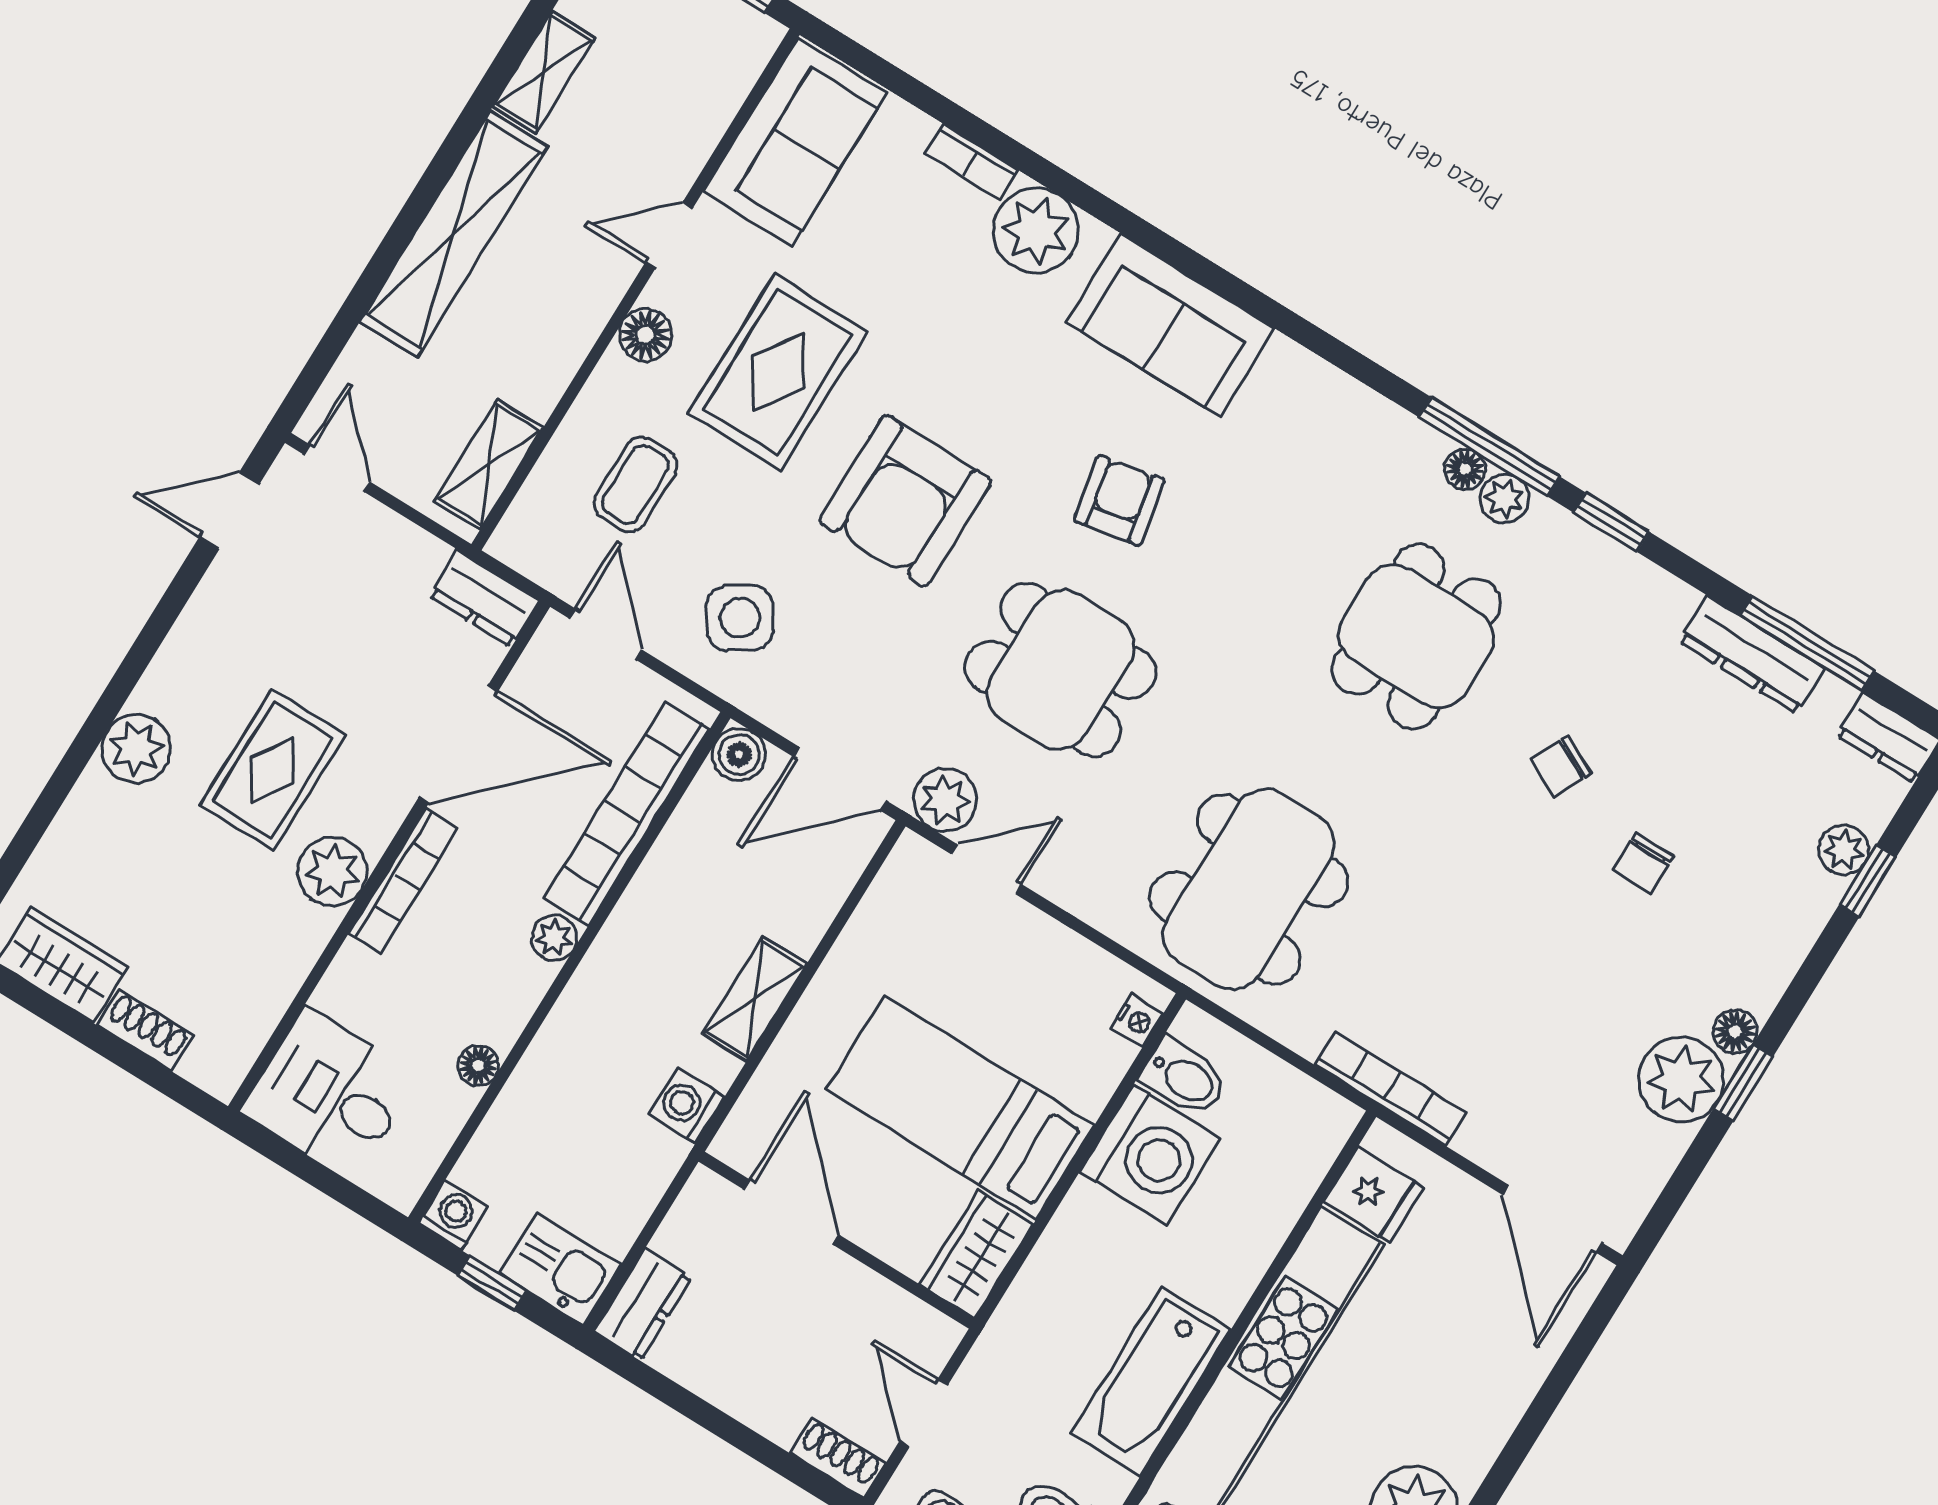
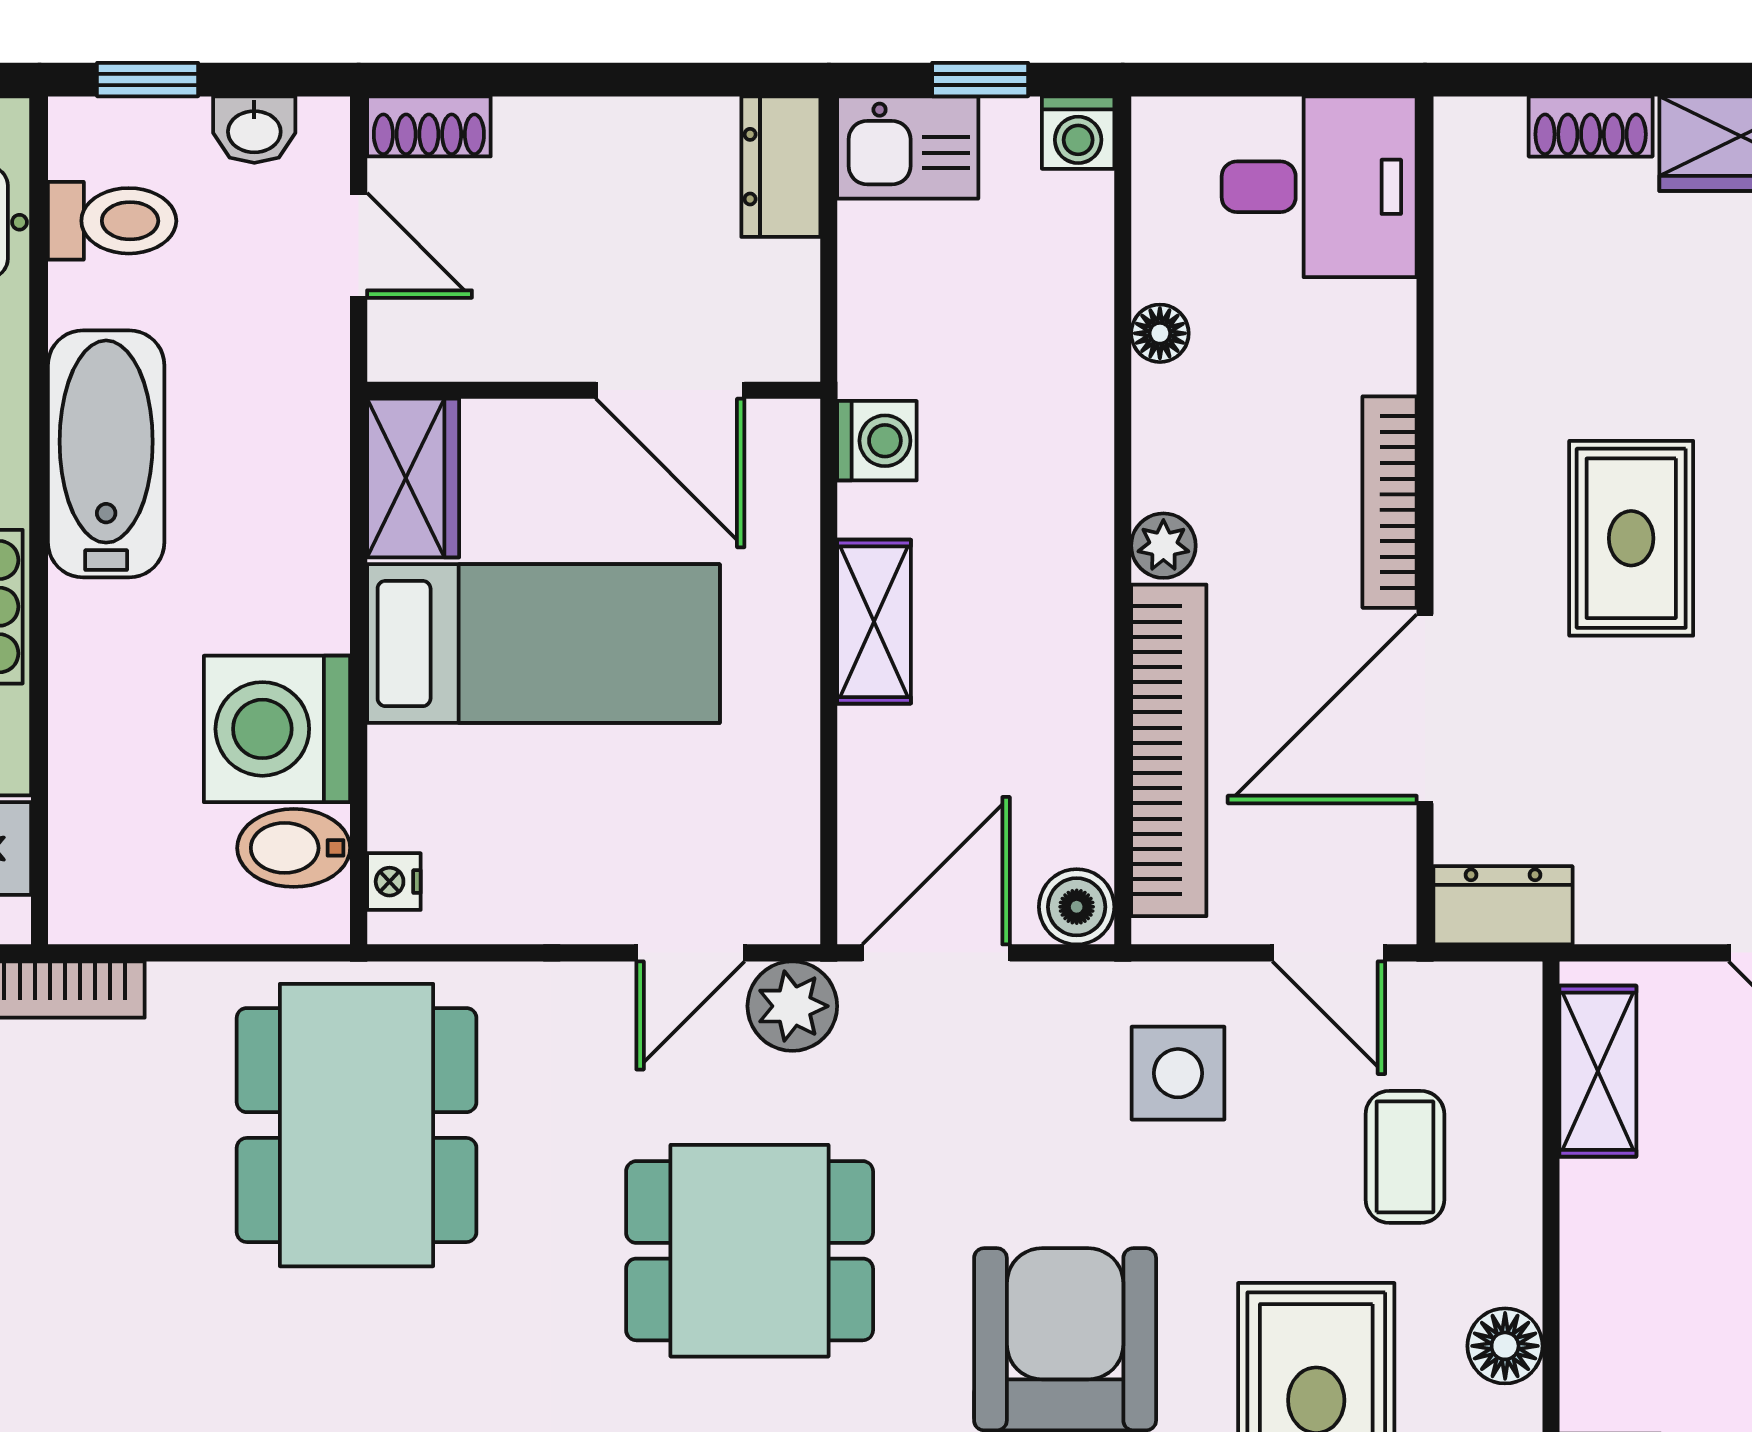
side table: (740, 618) -> (1178, 1073), turned 35
plant: (332, 872) -> (1483, 460), removed

